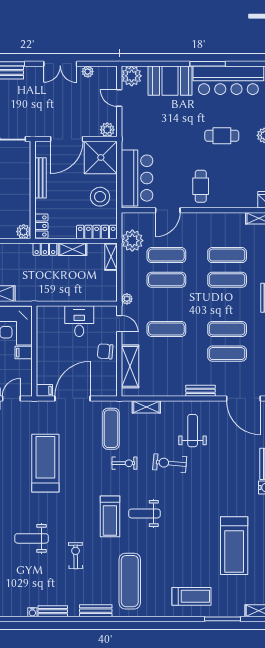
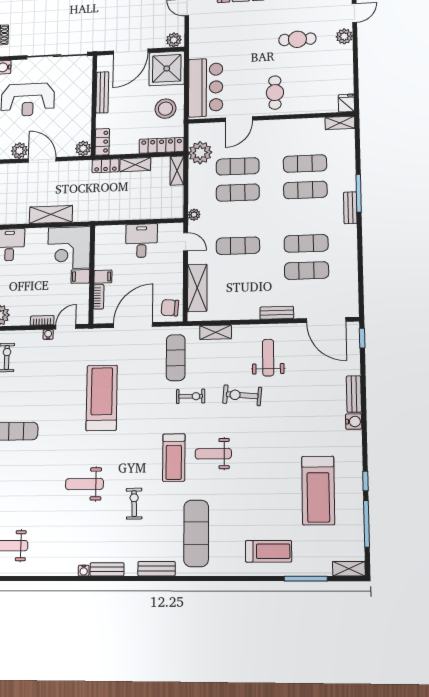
chair: (105, 351) -> (170, 308), moved
bookcase: (41, 372) -> (99, 297), added
filing cabinet: (44, 390) -> (103, 277), moved

